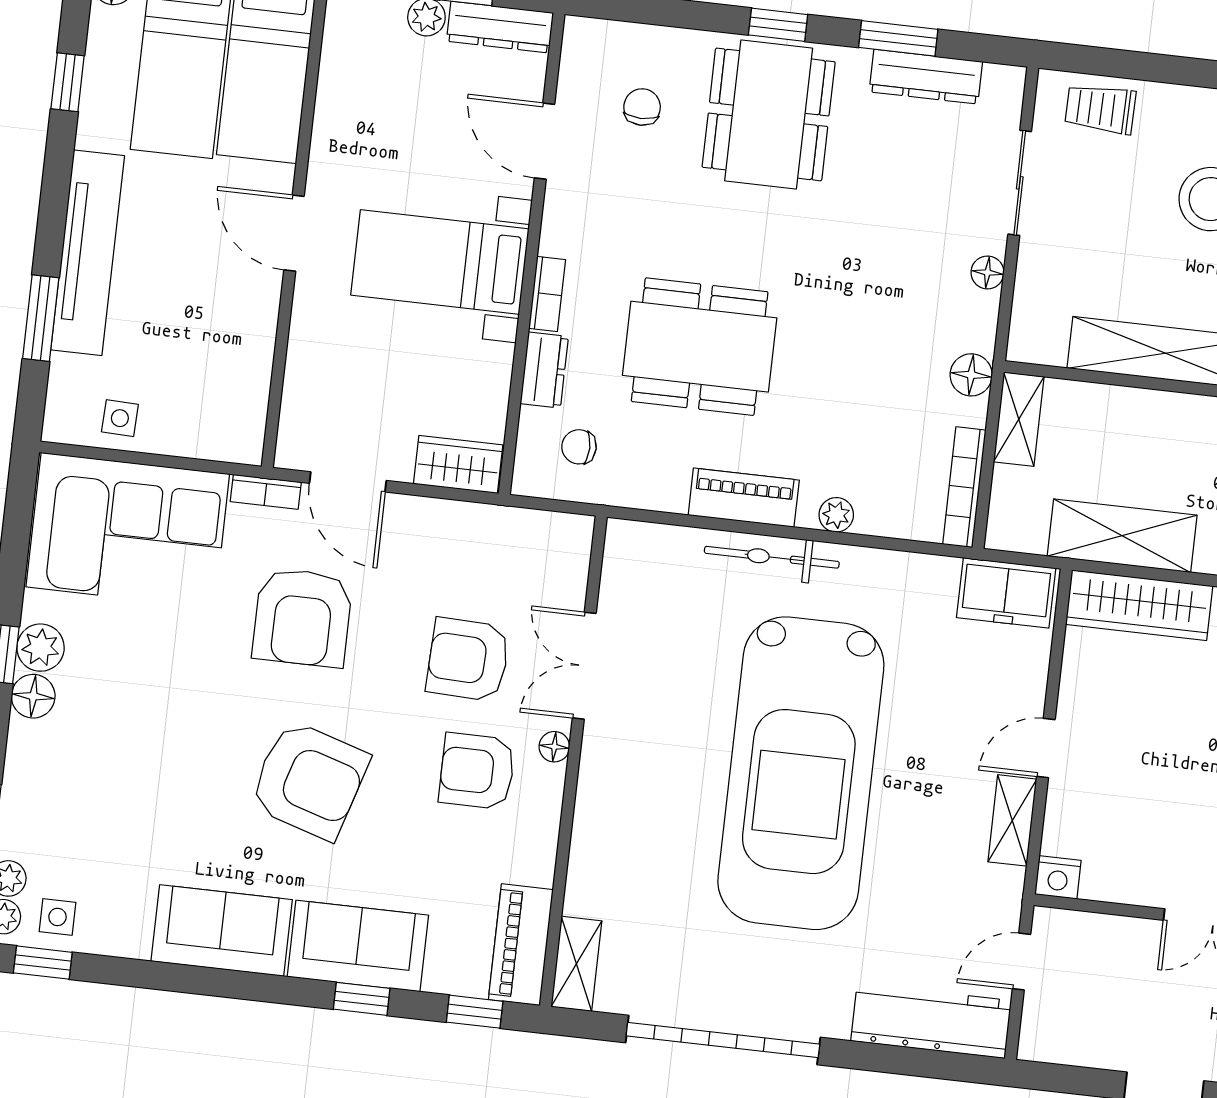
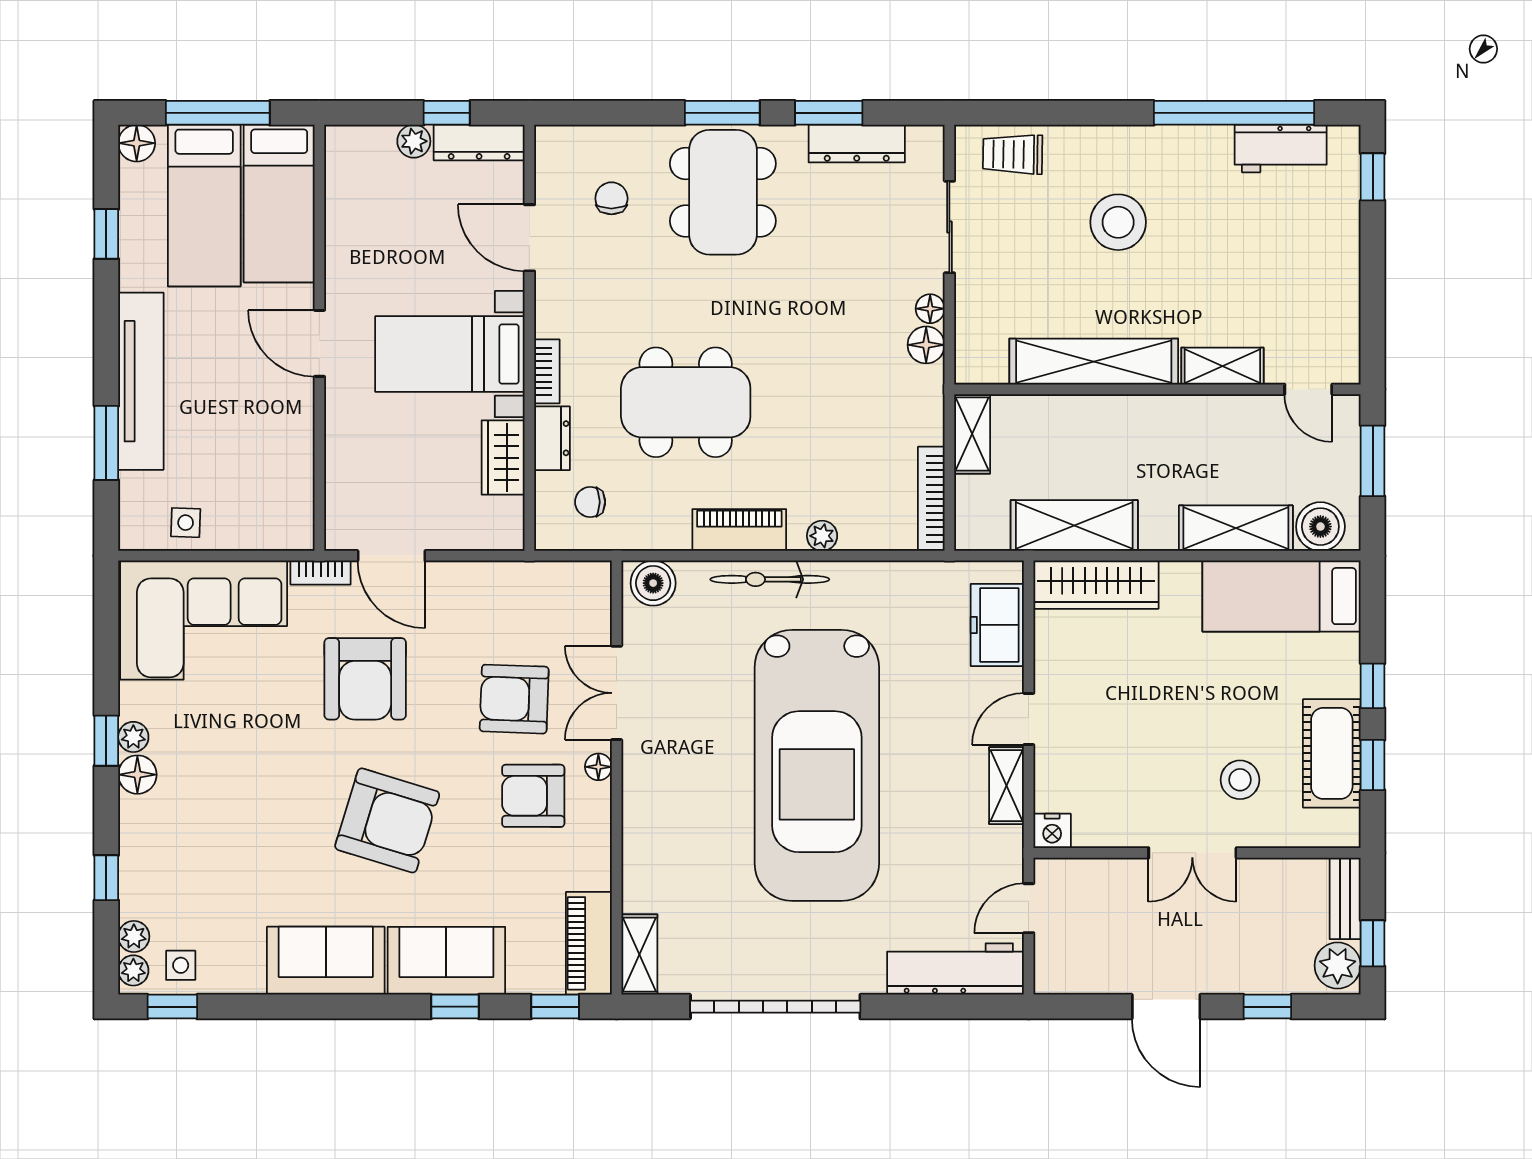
window: (778, 25) -> (722, 113), width x1.50
floor lamp: (971, 375) -> (926, 345), moved
wardrobe: (458, 464) -> (503, 458), moved, turned -90
boiler: (640, 546) -> (653, 583), added
freezer: (1006, 593) -> (997, 625), moved, turned 90
plant: (41, 648) -> (133, 737), width x0.73, depth x0.73

